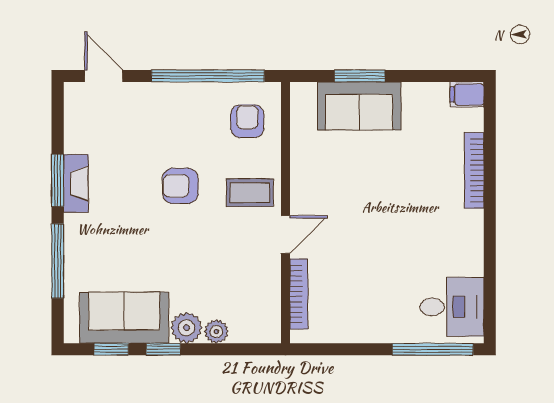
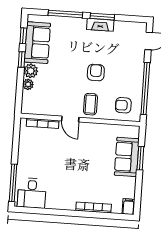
armchair: (247, 121) -> (123, 105), turned 180

